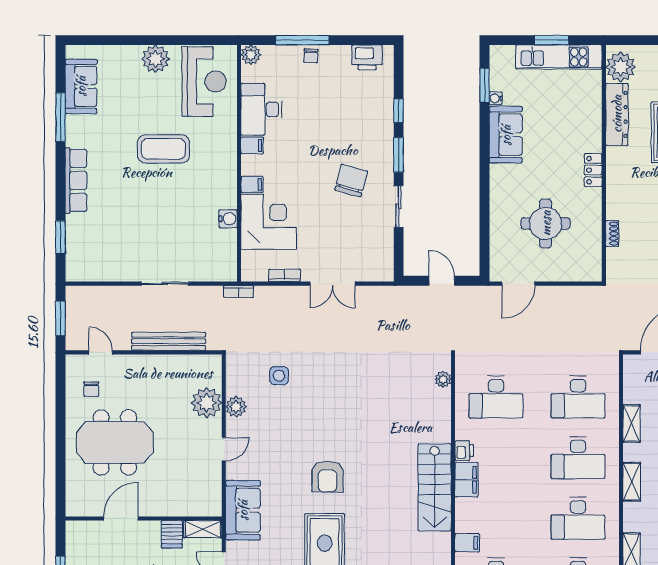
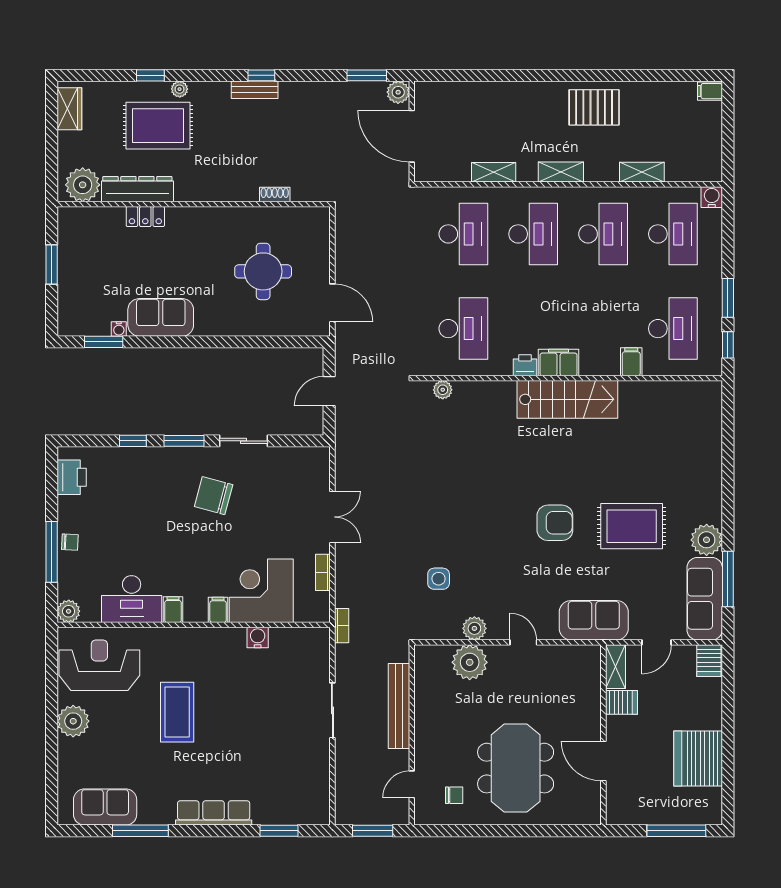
kitchen unit: (559, 57) -> (71, 256), removed
locker: (593, 170) -> (145, 217), moved

